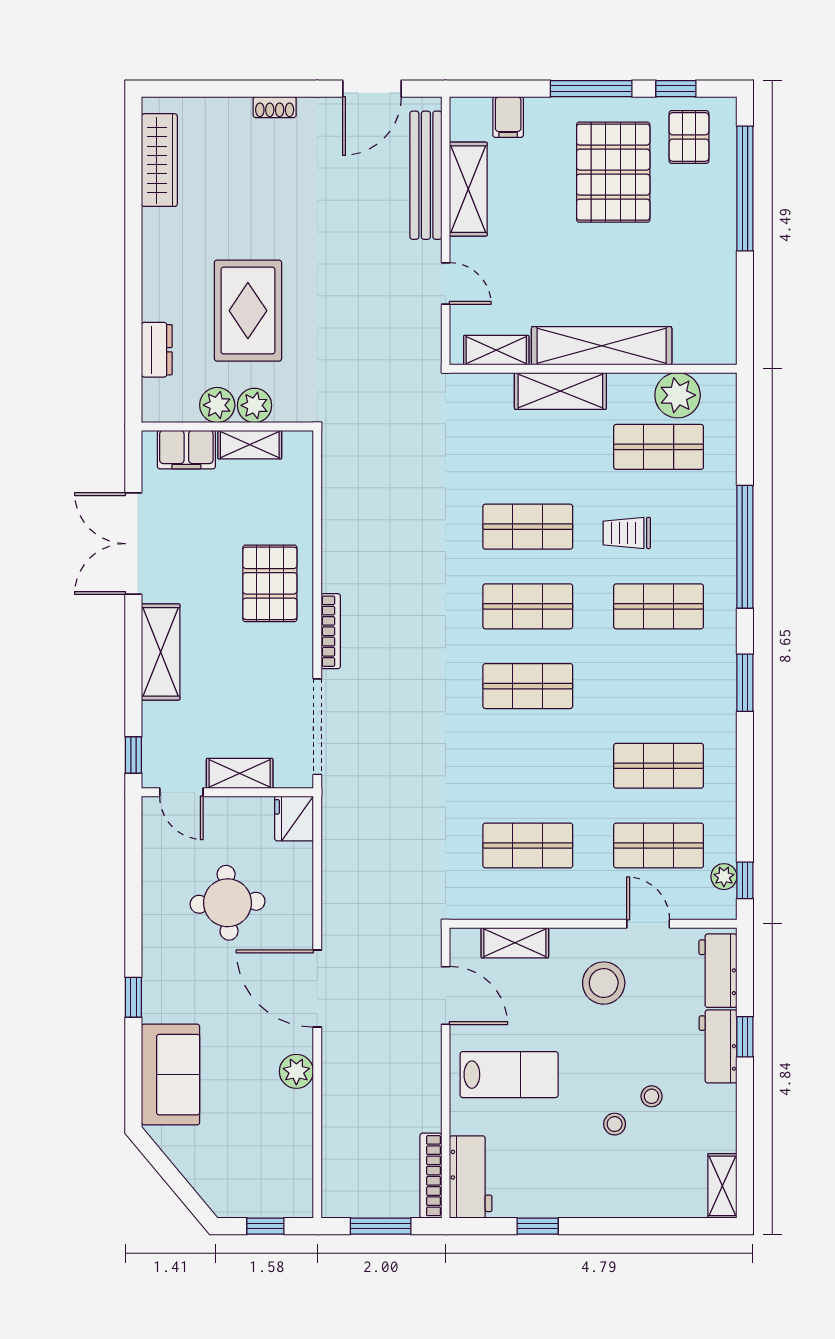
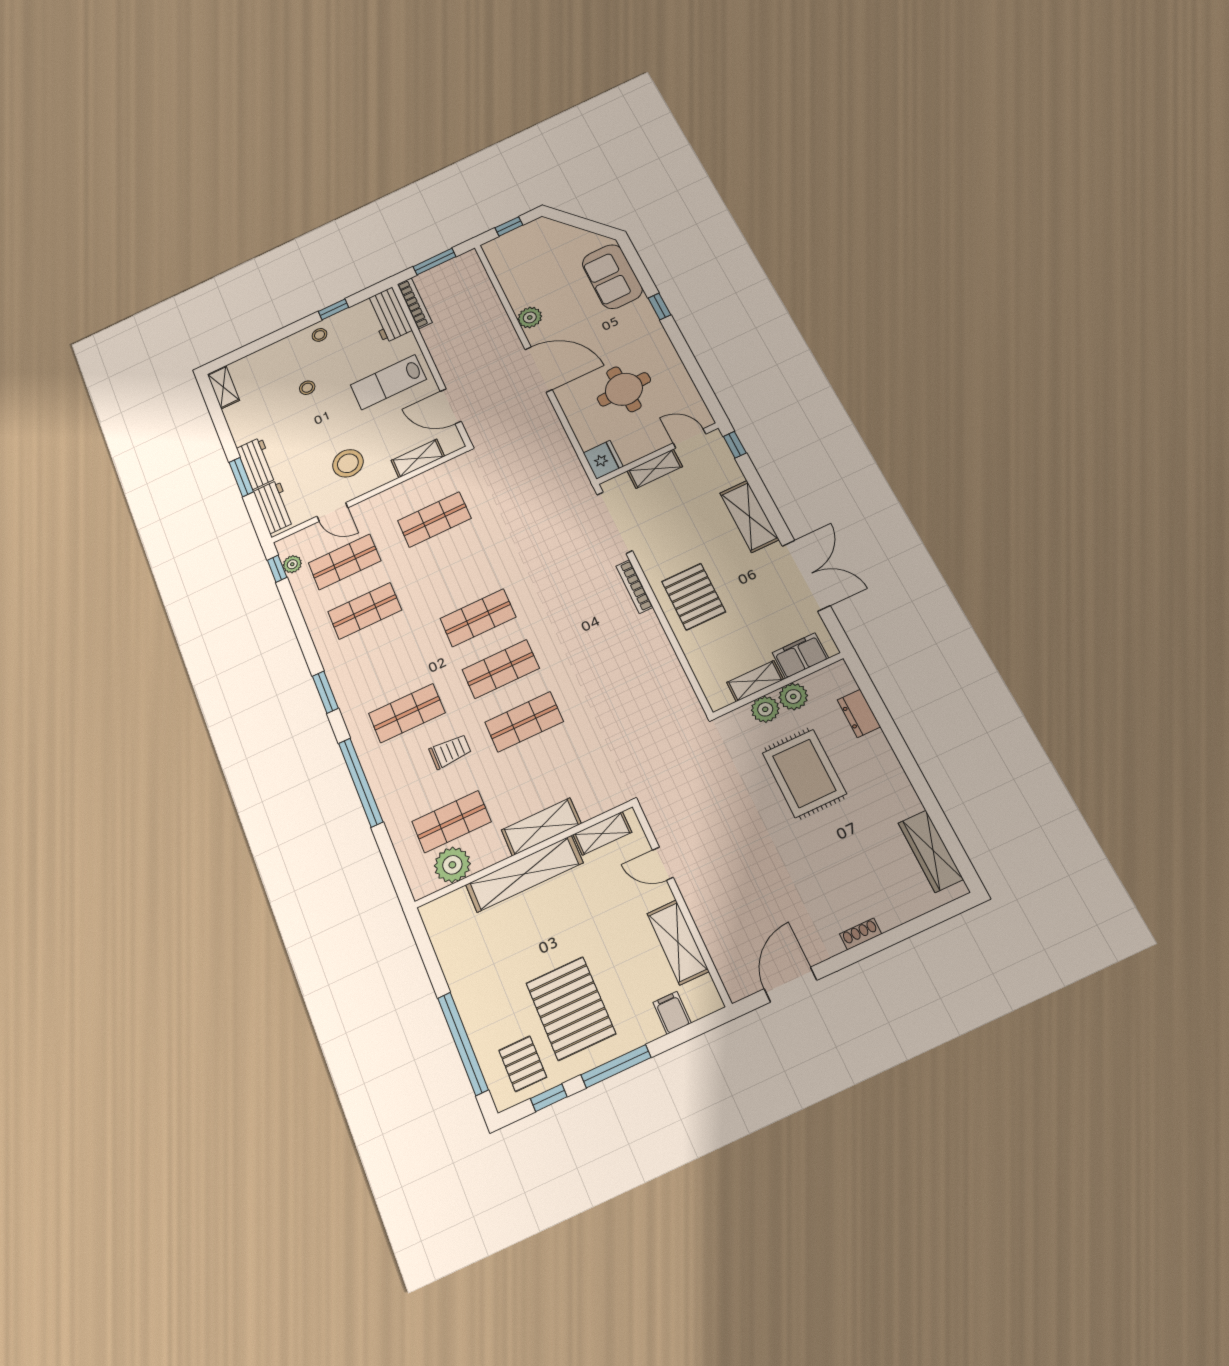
bench: (426, 175) -> (716, 937), removed
window: (745, 1037) -> (241, 477), width x1.50
stool: (652, 1096) -> (319, 335), moved

